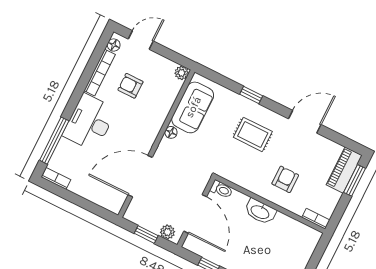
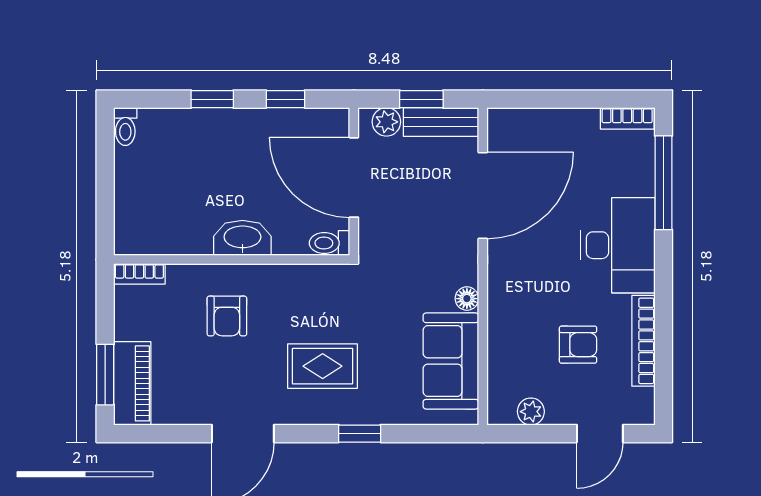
floor lamp: (114, 45) -> (643, 401), removed
plant: (182, 73) -> (531, 412), moved
bench: (142, 219) -> (441, 122), added

